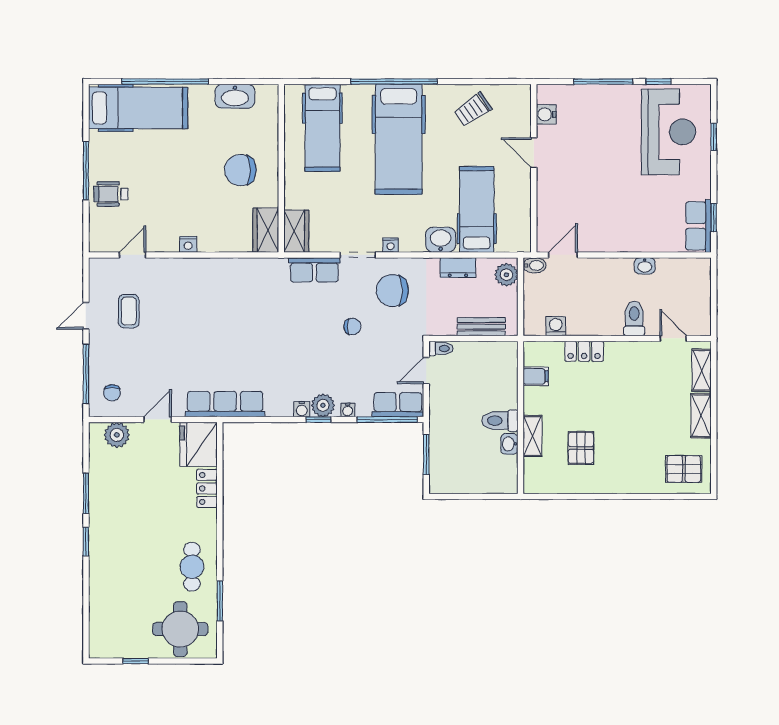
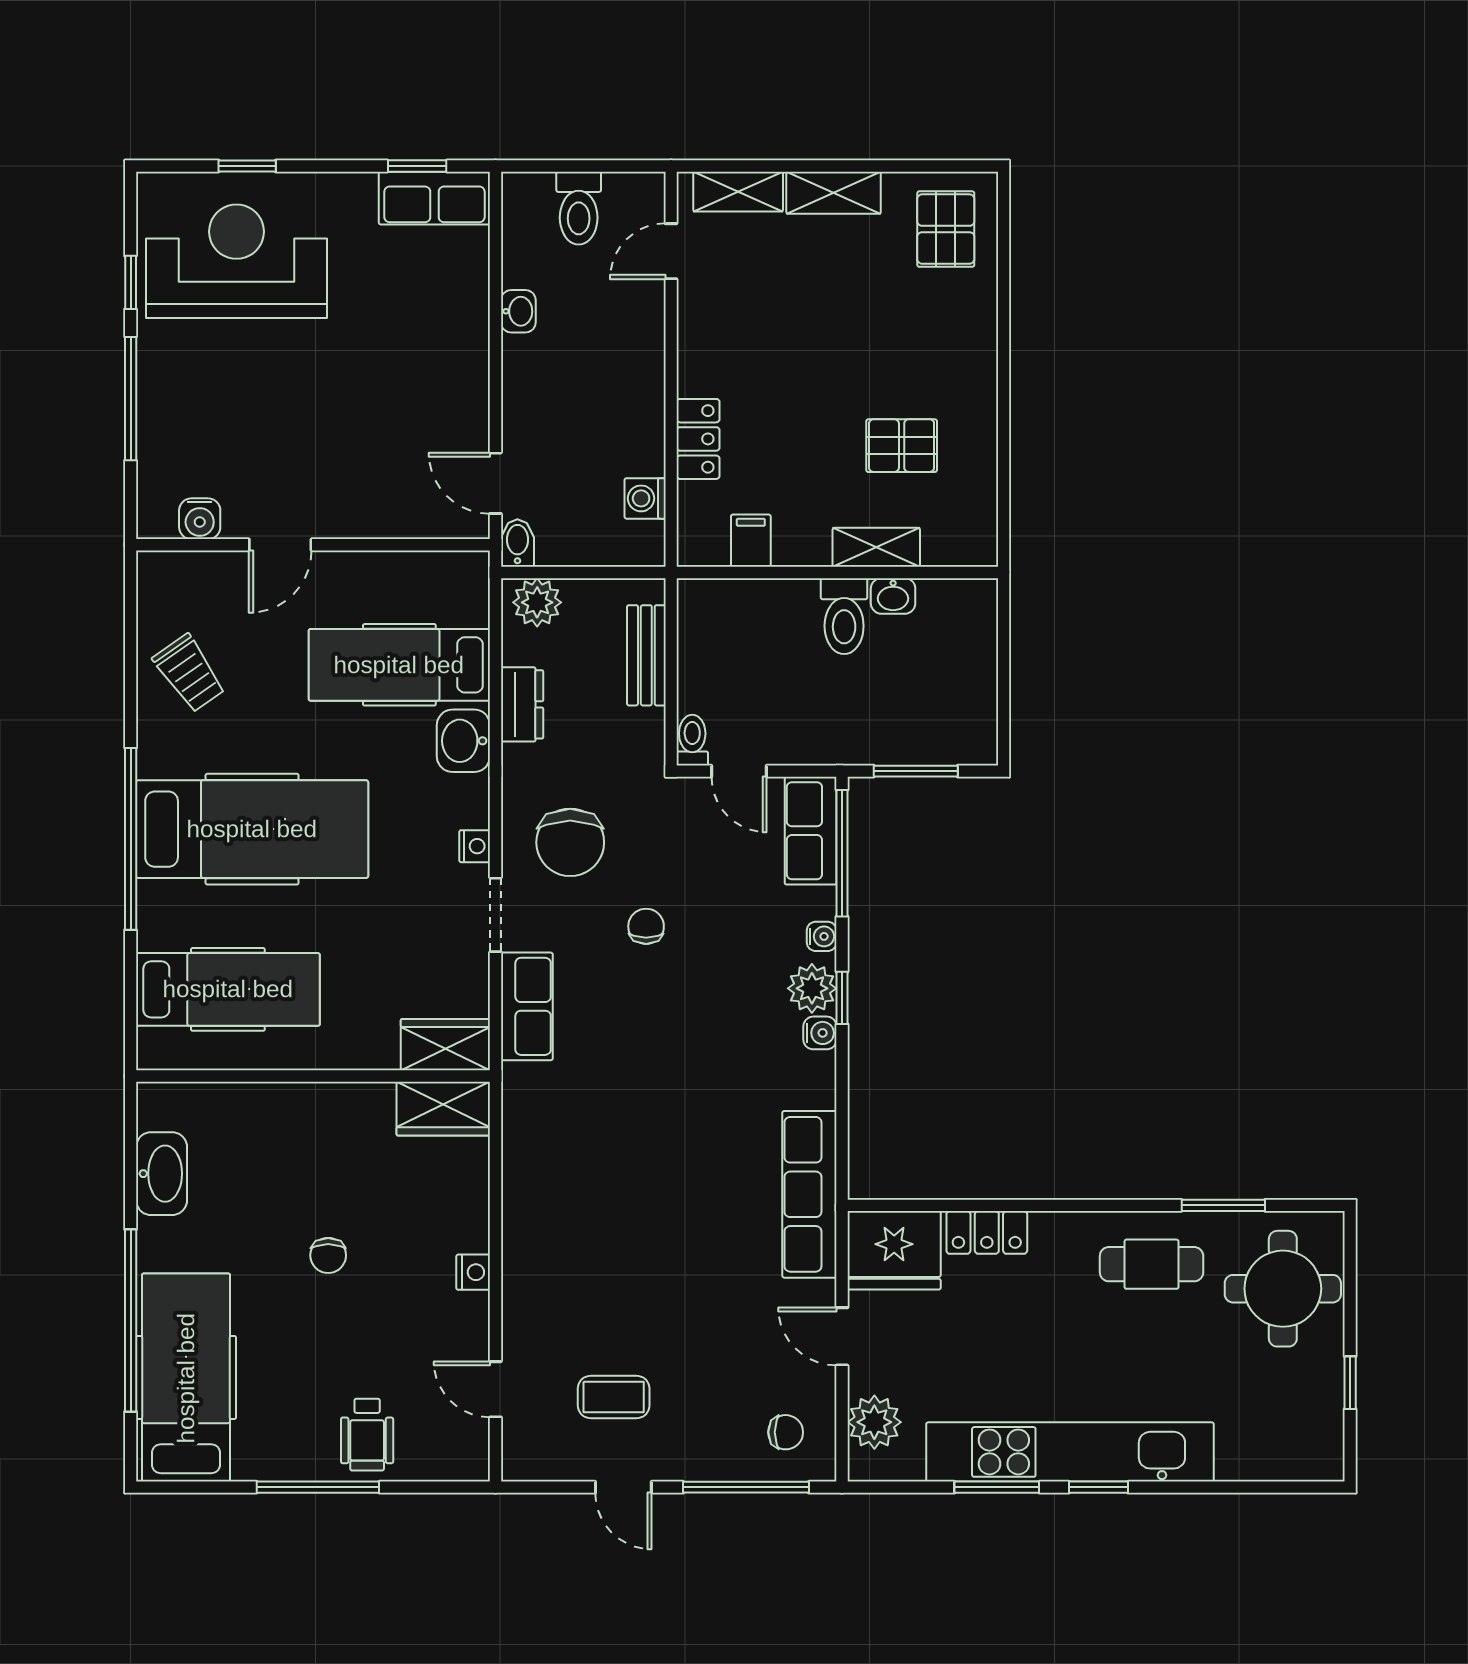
chair: (240, 170) -> (328, 1255), moved, width x0.54, depth x0.54
toilet: (634, 318) -> (579, 208), moved, turned -90
kitchen unit: (103, 528) -> (1070, 1452), added

